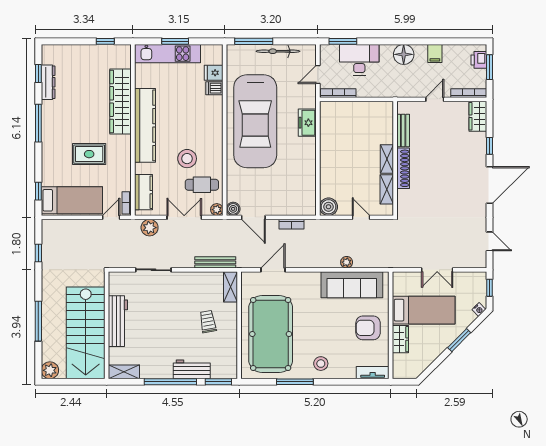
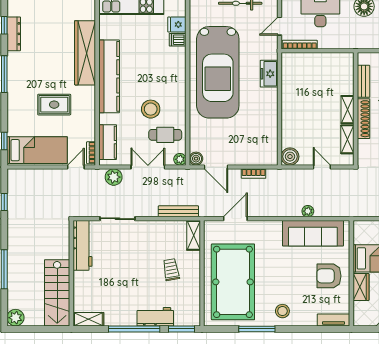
workbench: (118, 321) -> (82, 245), moved
stairs: (86, 333) -> (57, 293), width x0.73, depth x0.66

